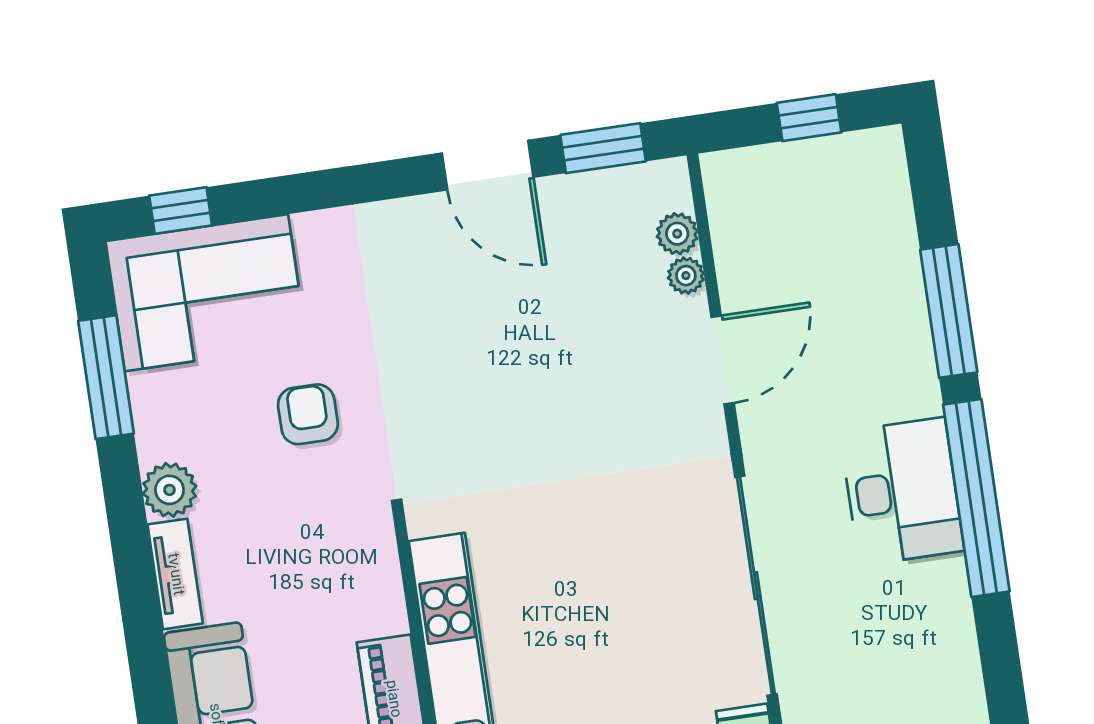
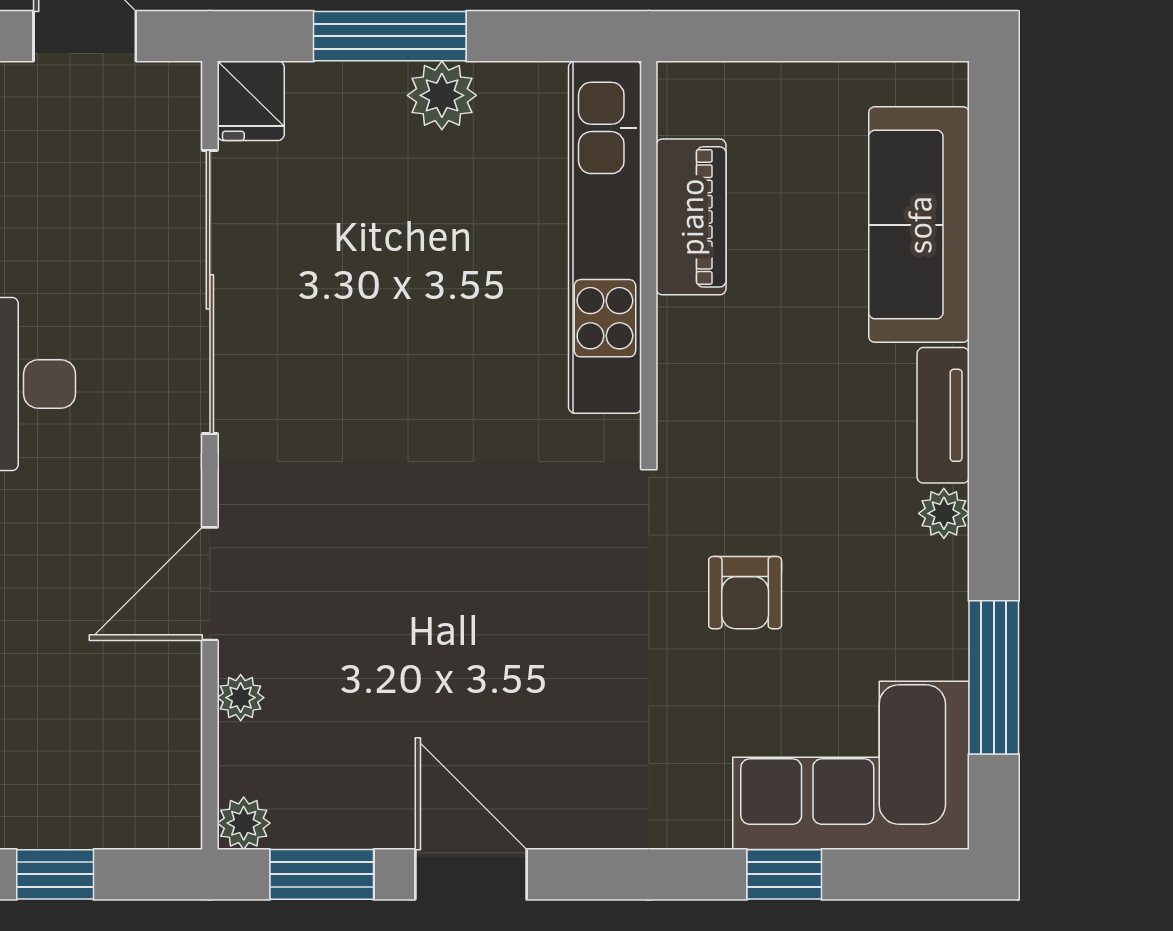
window: (181, 211) -> (784, 874), moved
plant: (677, 234) -> (244, 823), moved
plant: (170, 490) -> (944, 513), width x0.73, depth x0.73

